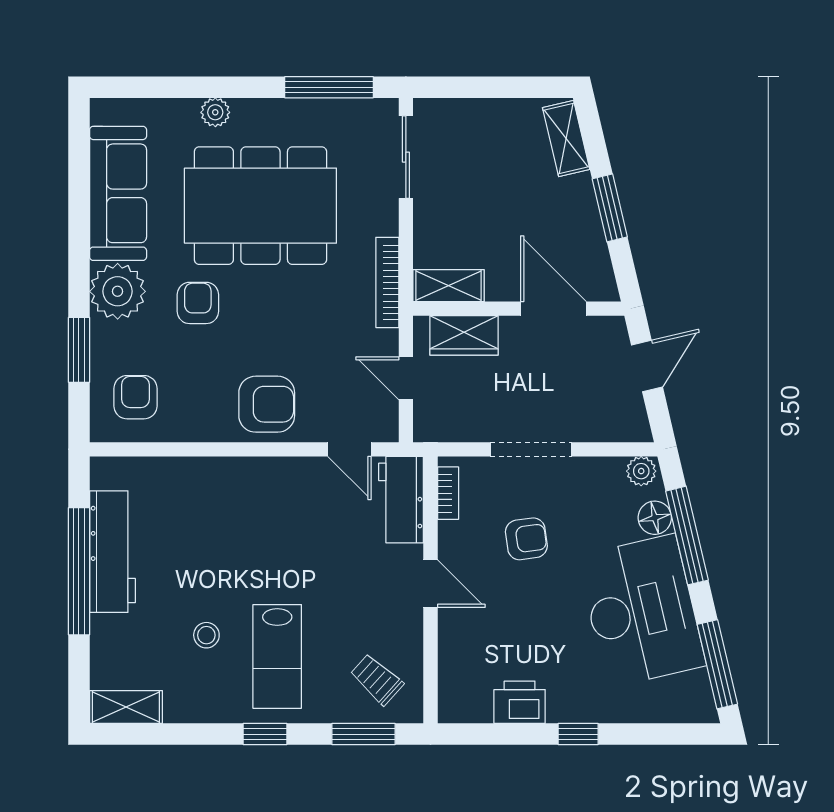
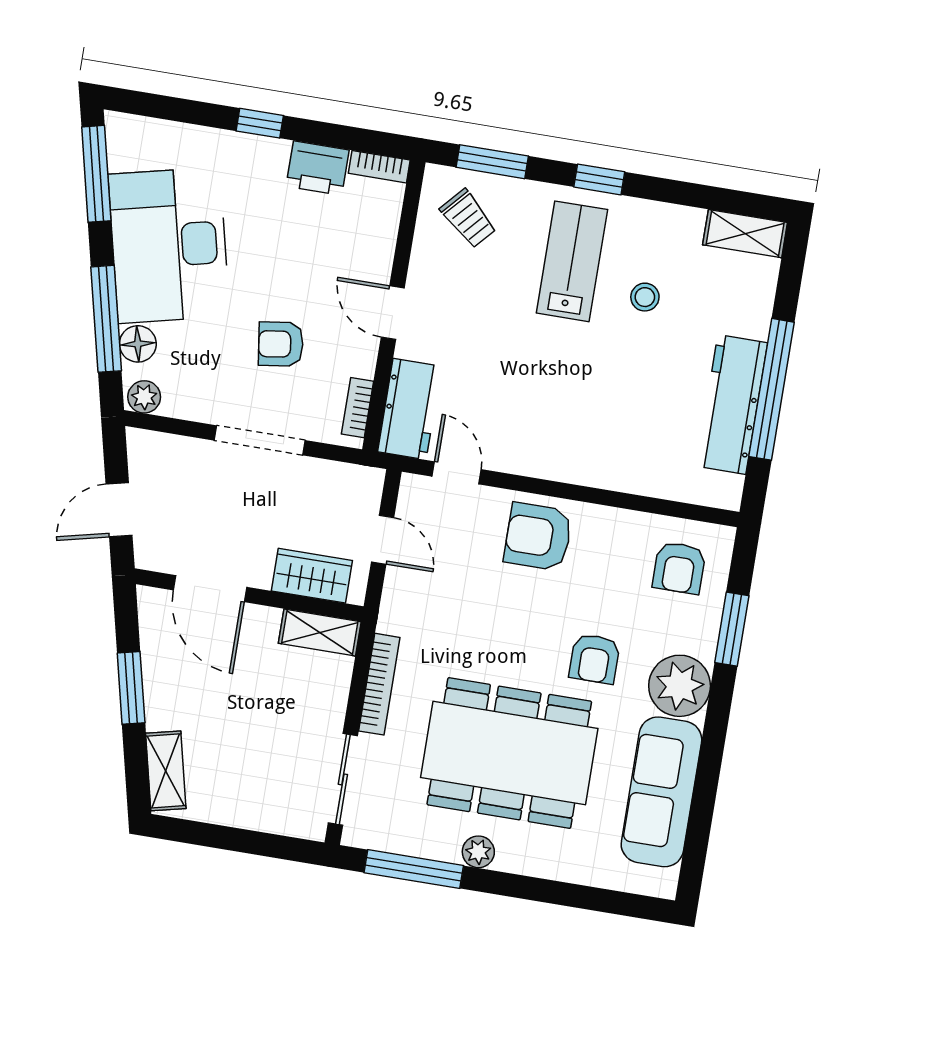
plant: (215, 112) -> (478, 852), moved
bookcase: (387, 282) -> (379, 684), moved
bookcase: (464, 713) -> (379, 167), added

